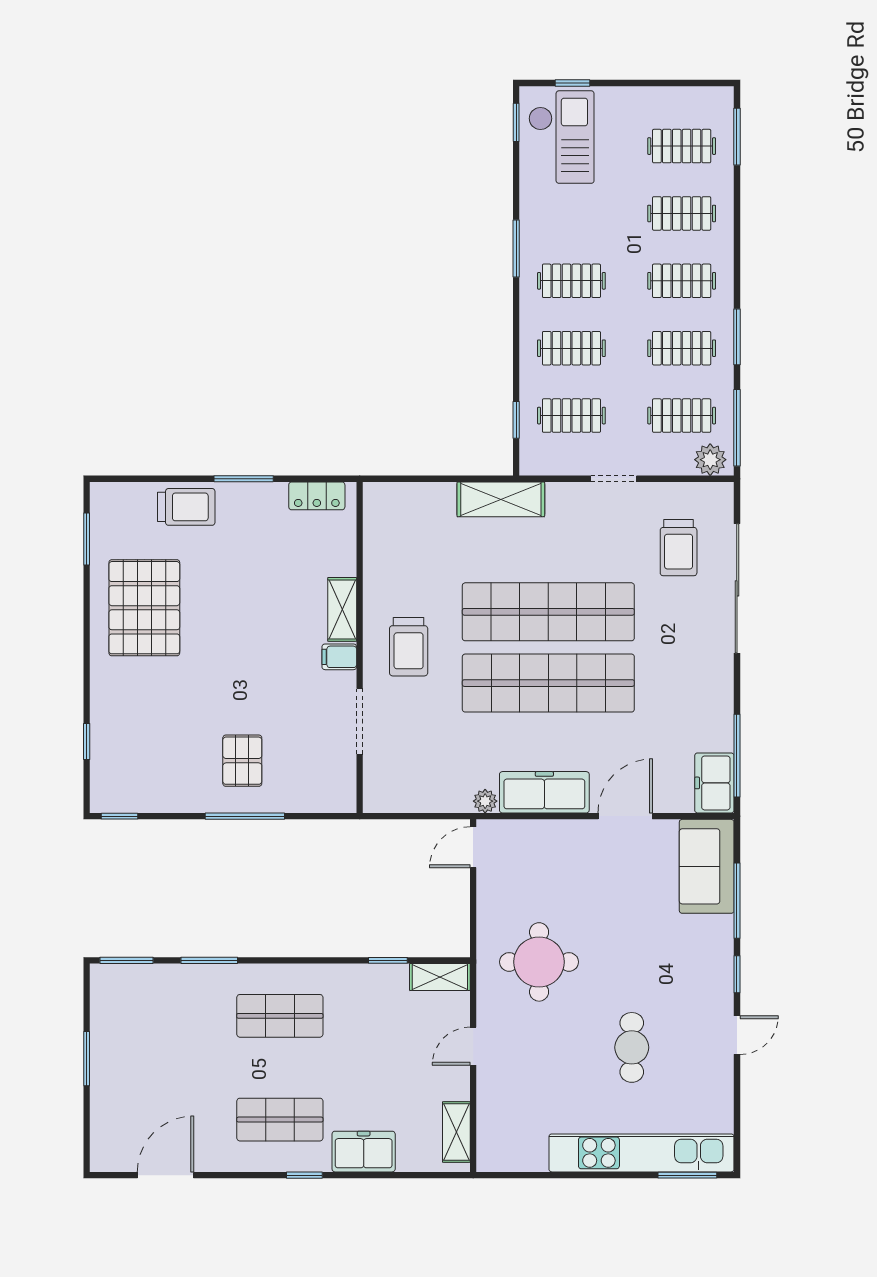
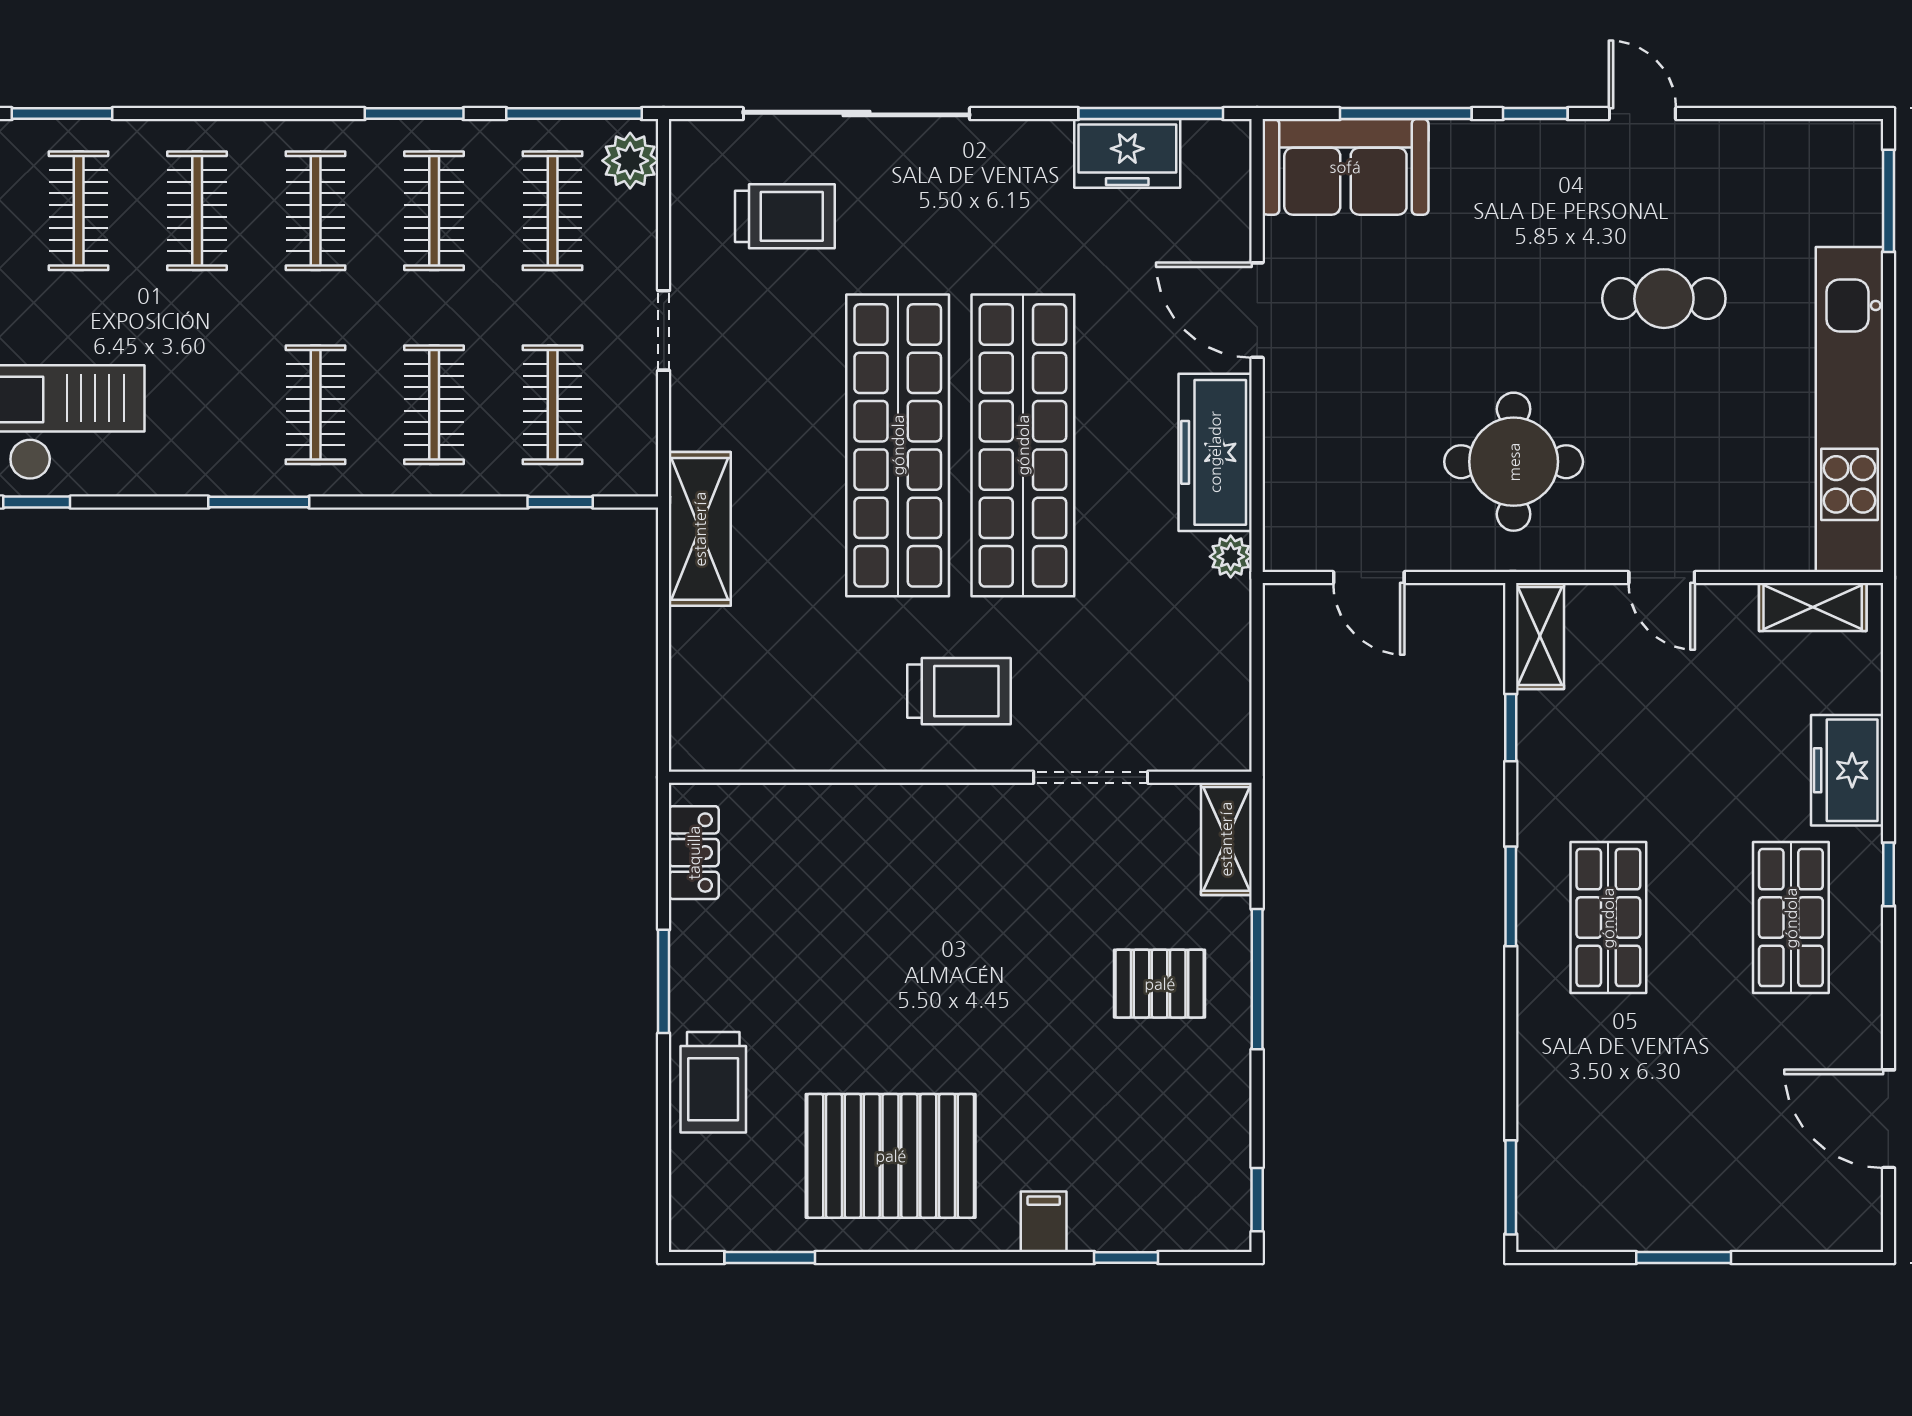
trolley: (186, 507) -> (713, 1082), turned 180
shelving: (342, 609) -> (1226, 839), moved, turned 90
filing cabinet: (339, 657) -> (1044, 1222), moved, turned 180
freezer: (714, 783) -> (1127, 153), moved
door: (473, 847) -> (1369, 578), moved
window: (209, 960) -> (1511, 896), moved
kitchen unit: (641, 1153) -> (1849, 410), moved

